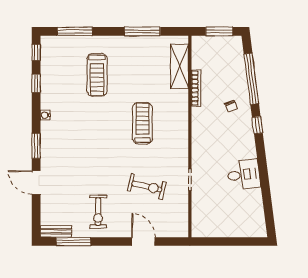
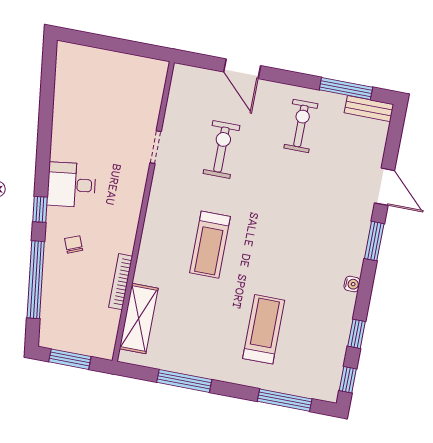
desk: (244, 175) -> (72, 185), moved
exercise bike: (147, 186) -> (221, 150), turned 76

